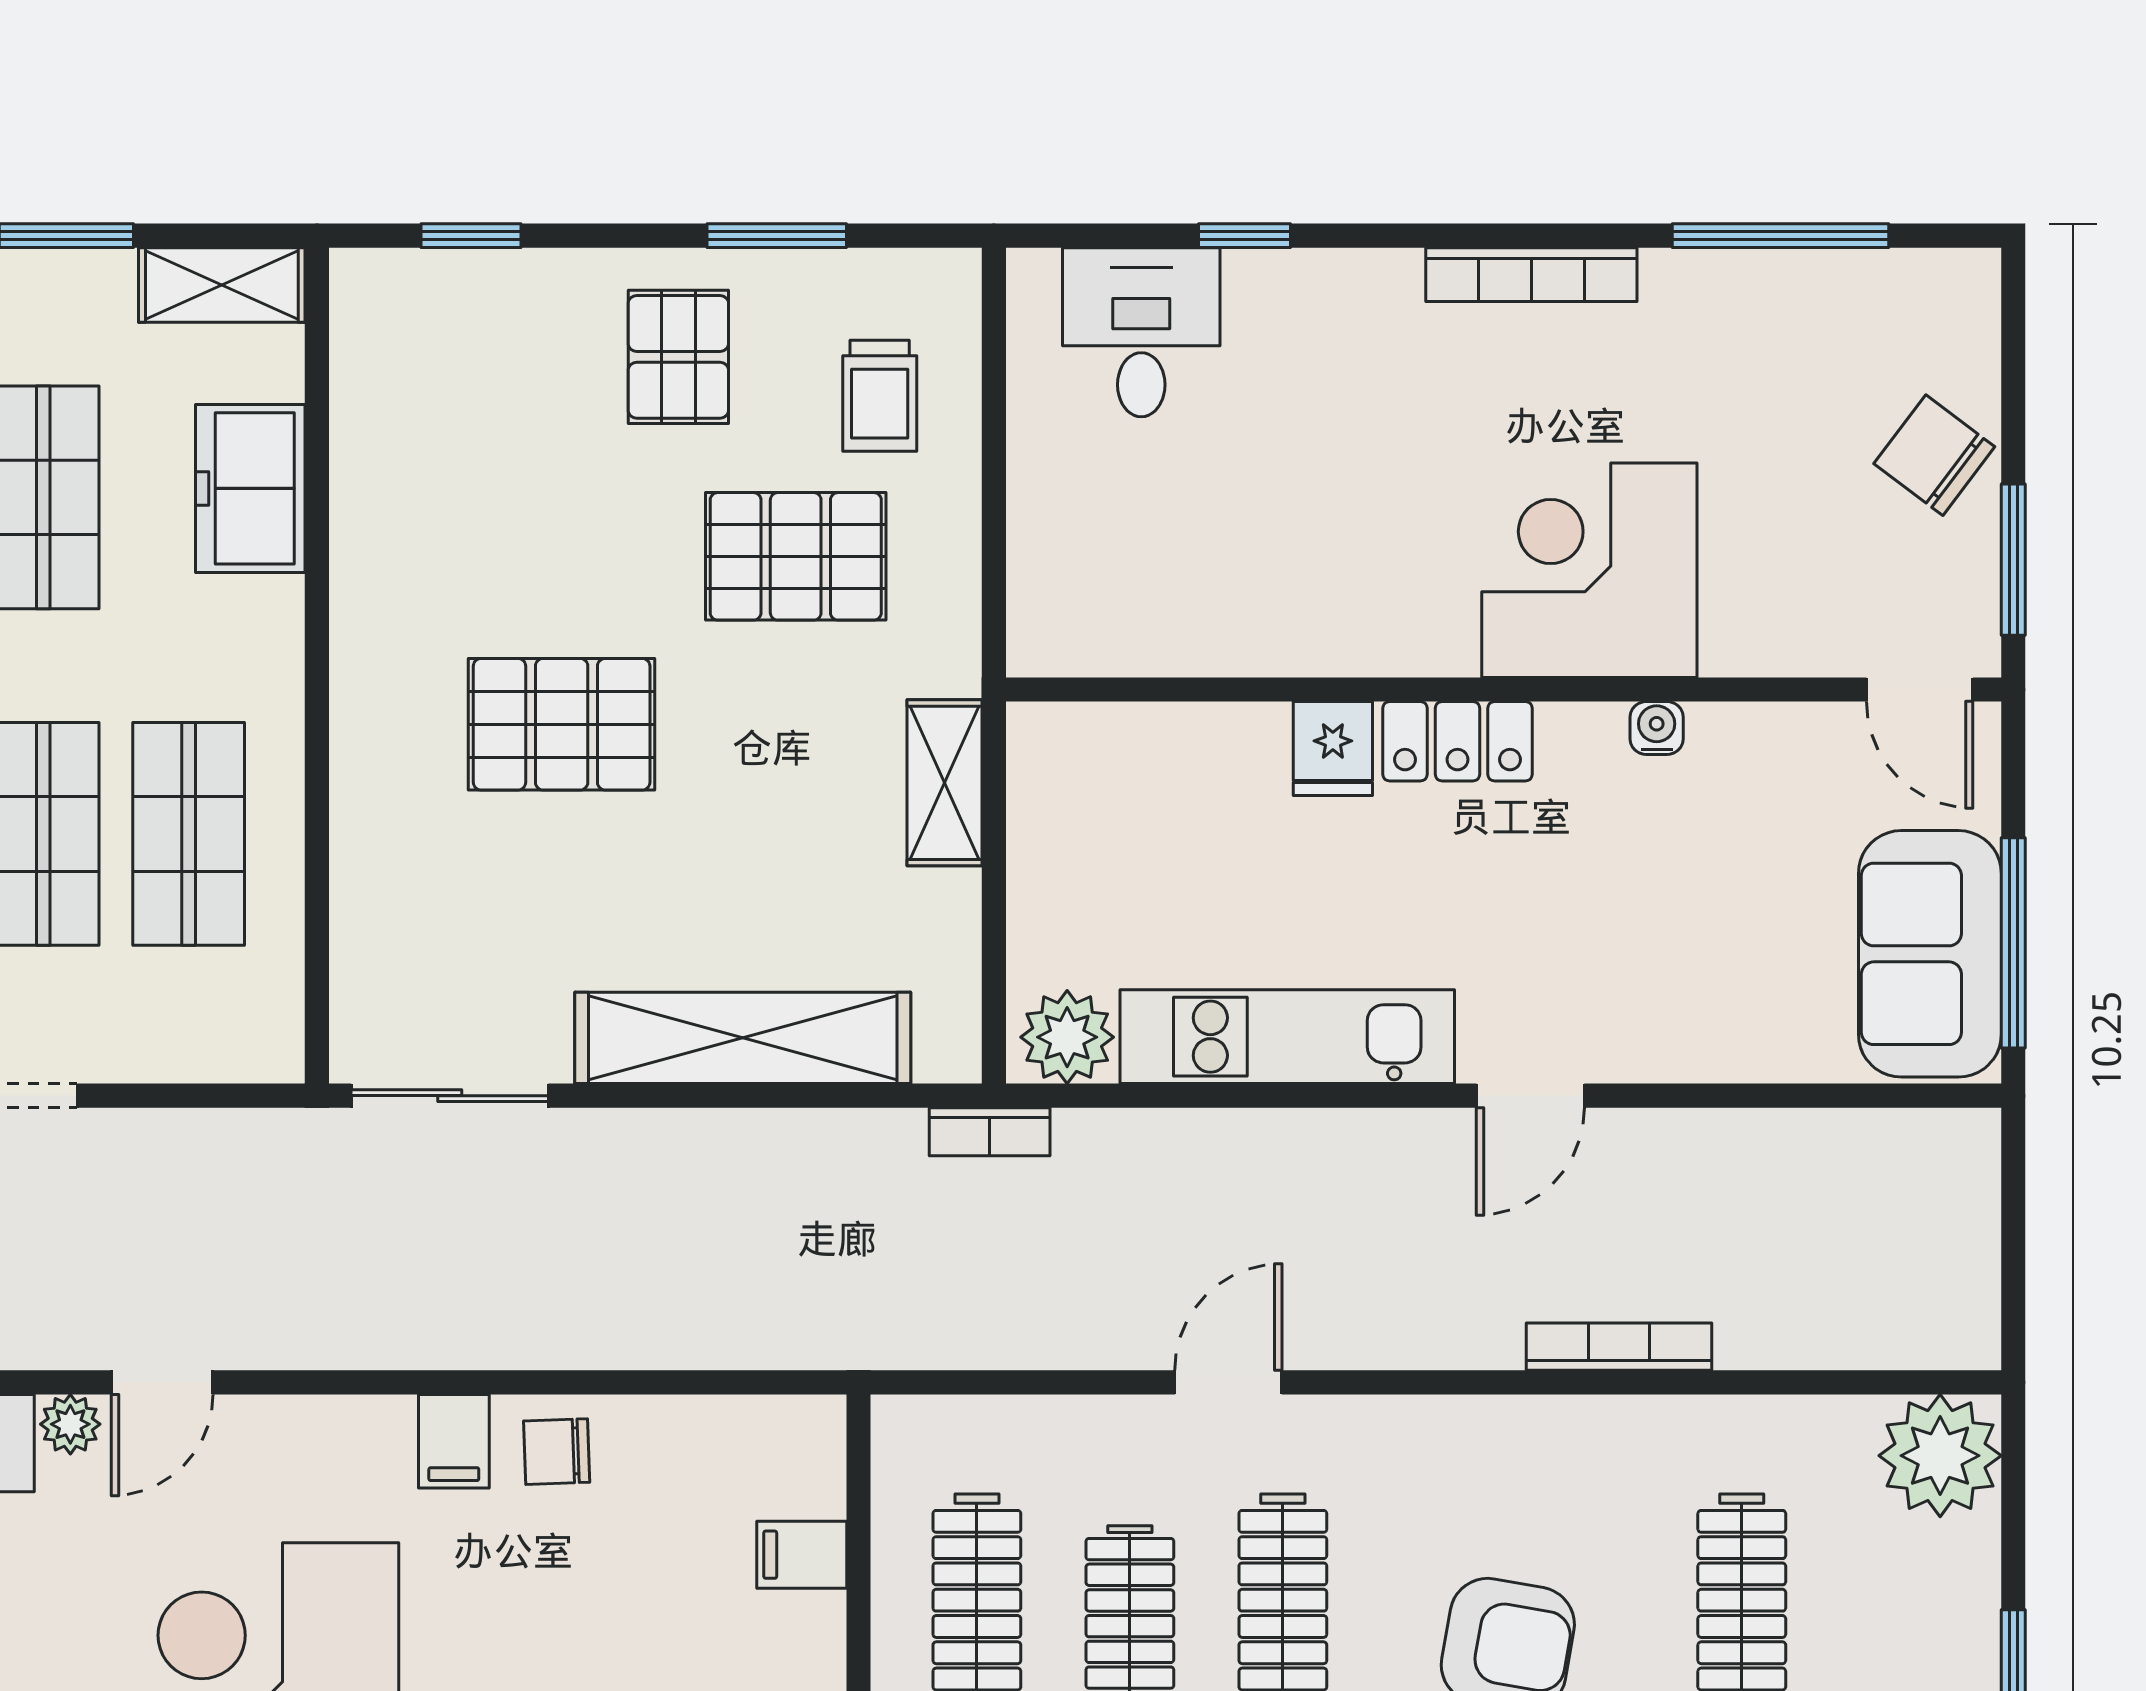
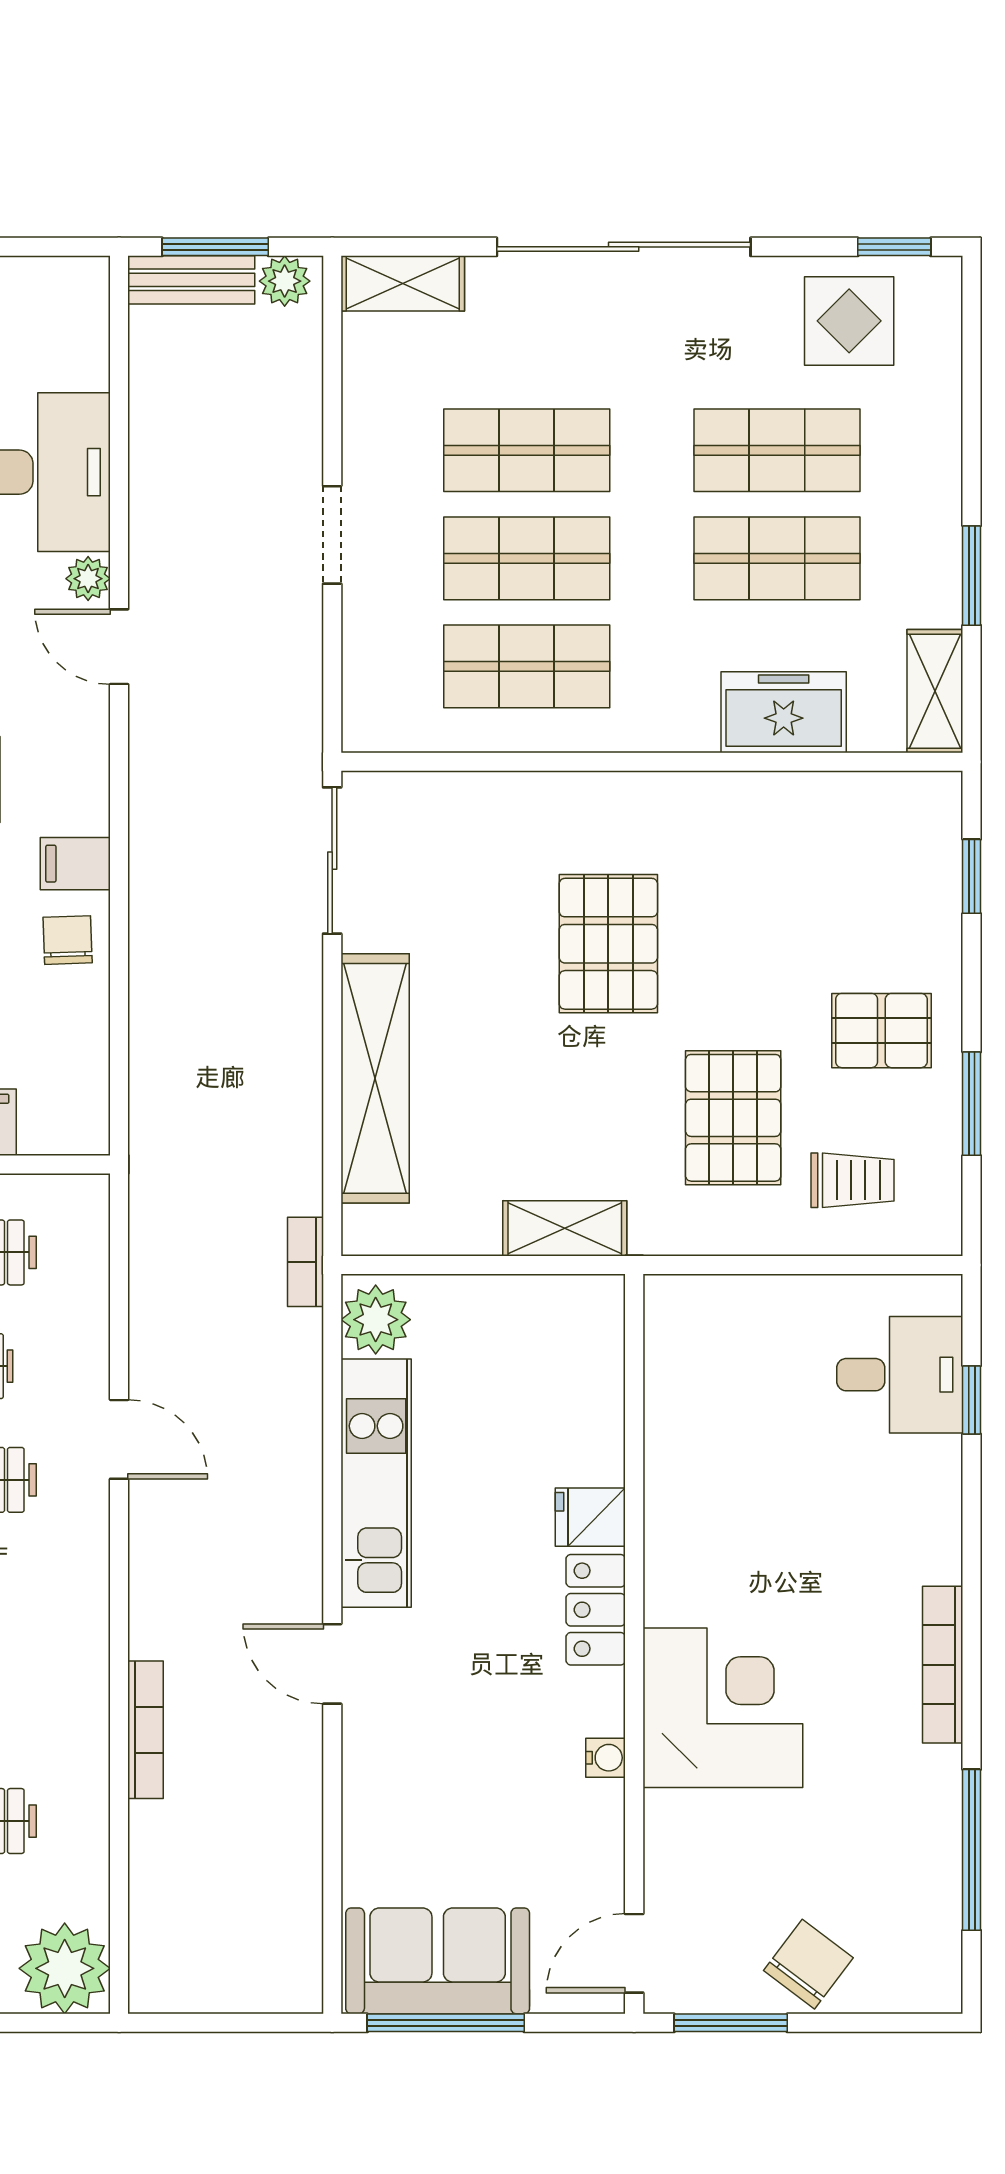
window: (1244, 236) -> (972, 1400), moved
trolley: (880, 396) -> (853, 1180), turned 180

